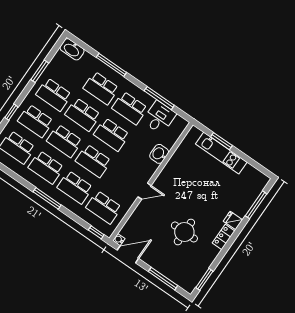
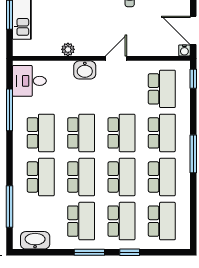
washbasin: (72, 49) -> (35, 240), moved, turned -90
window: (111, 65) -> (9, 207), moved
window: (40, 71) -> (89, 252), moved
desk: (159, 117) -> (29, 81), moved
washbasin: (159, 154) -> (85, 70), moved
plant: (172, 164) -> (68, 49), added
door: (145, 191) -> (116, 58), hinge flipped

